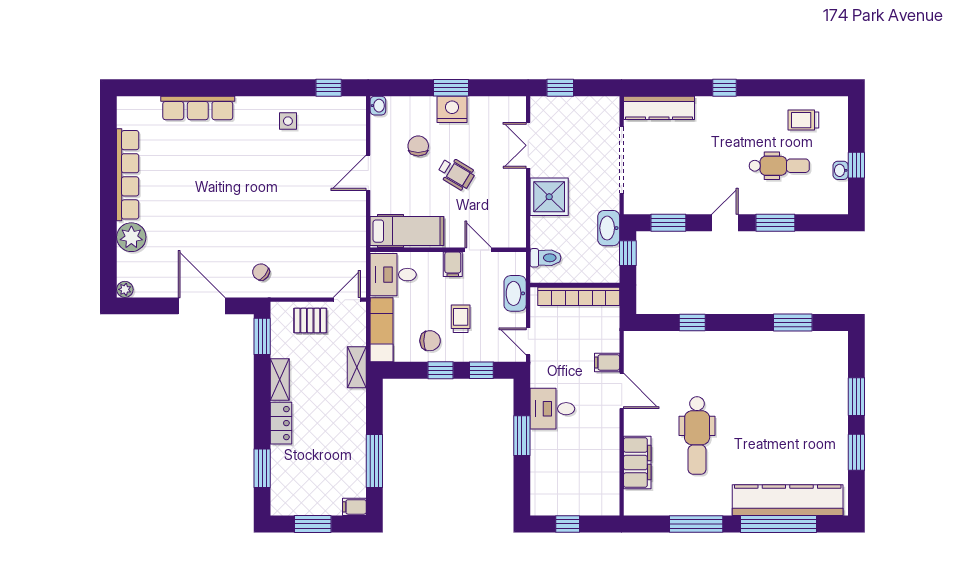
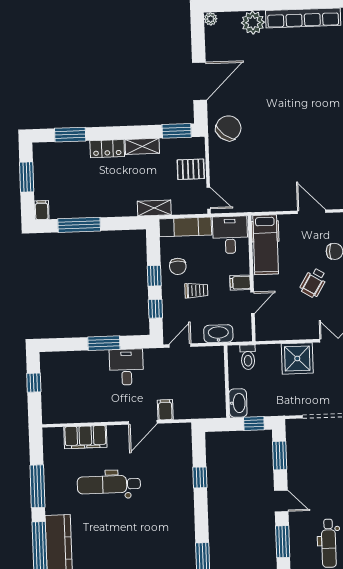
washbasin: (609, 228) -> (238, 403), moved, turned 90
chair: (261, 272) -> (228, 128), width x1.87, depth x1.87
bookcase: (579, 296) -> (218, 385), removed
pallet: (310, 321) -> (191, 169), turned 90

